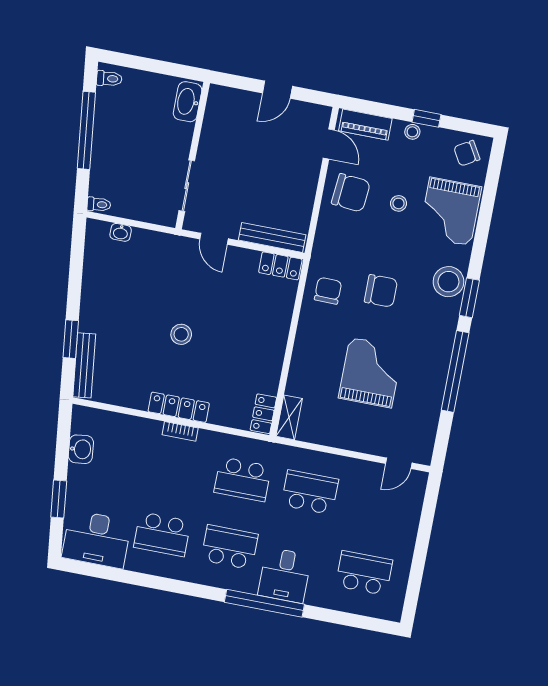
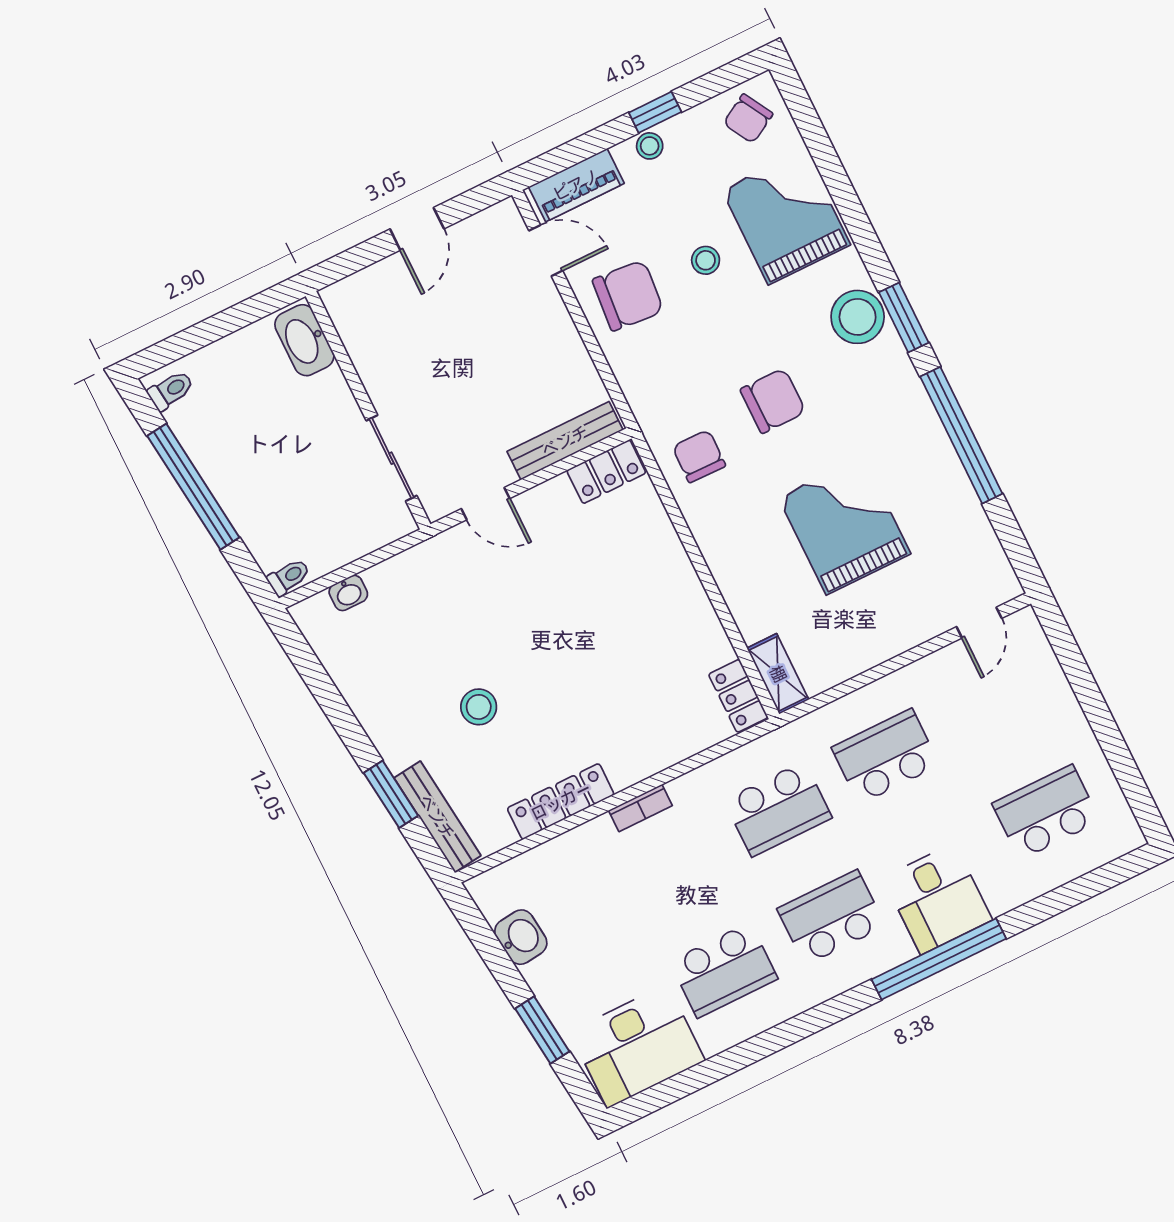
grand piano: (450, 211) -> (786, 217), turned 180
stool: (181, 334) -> (479, 707), moved
locker: (179, 407) -> (561, 801), moved

